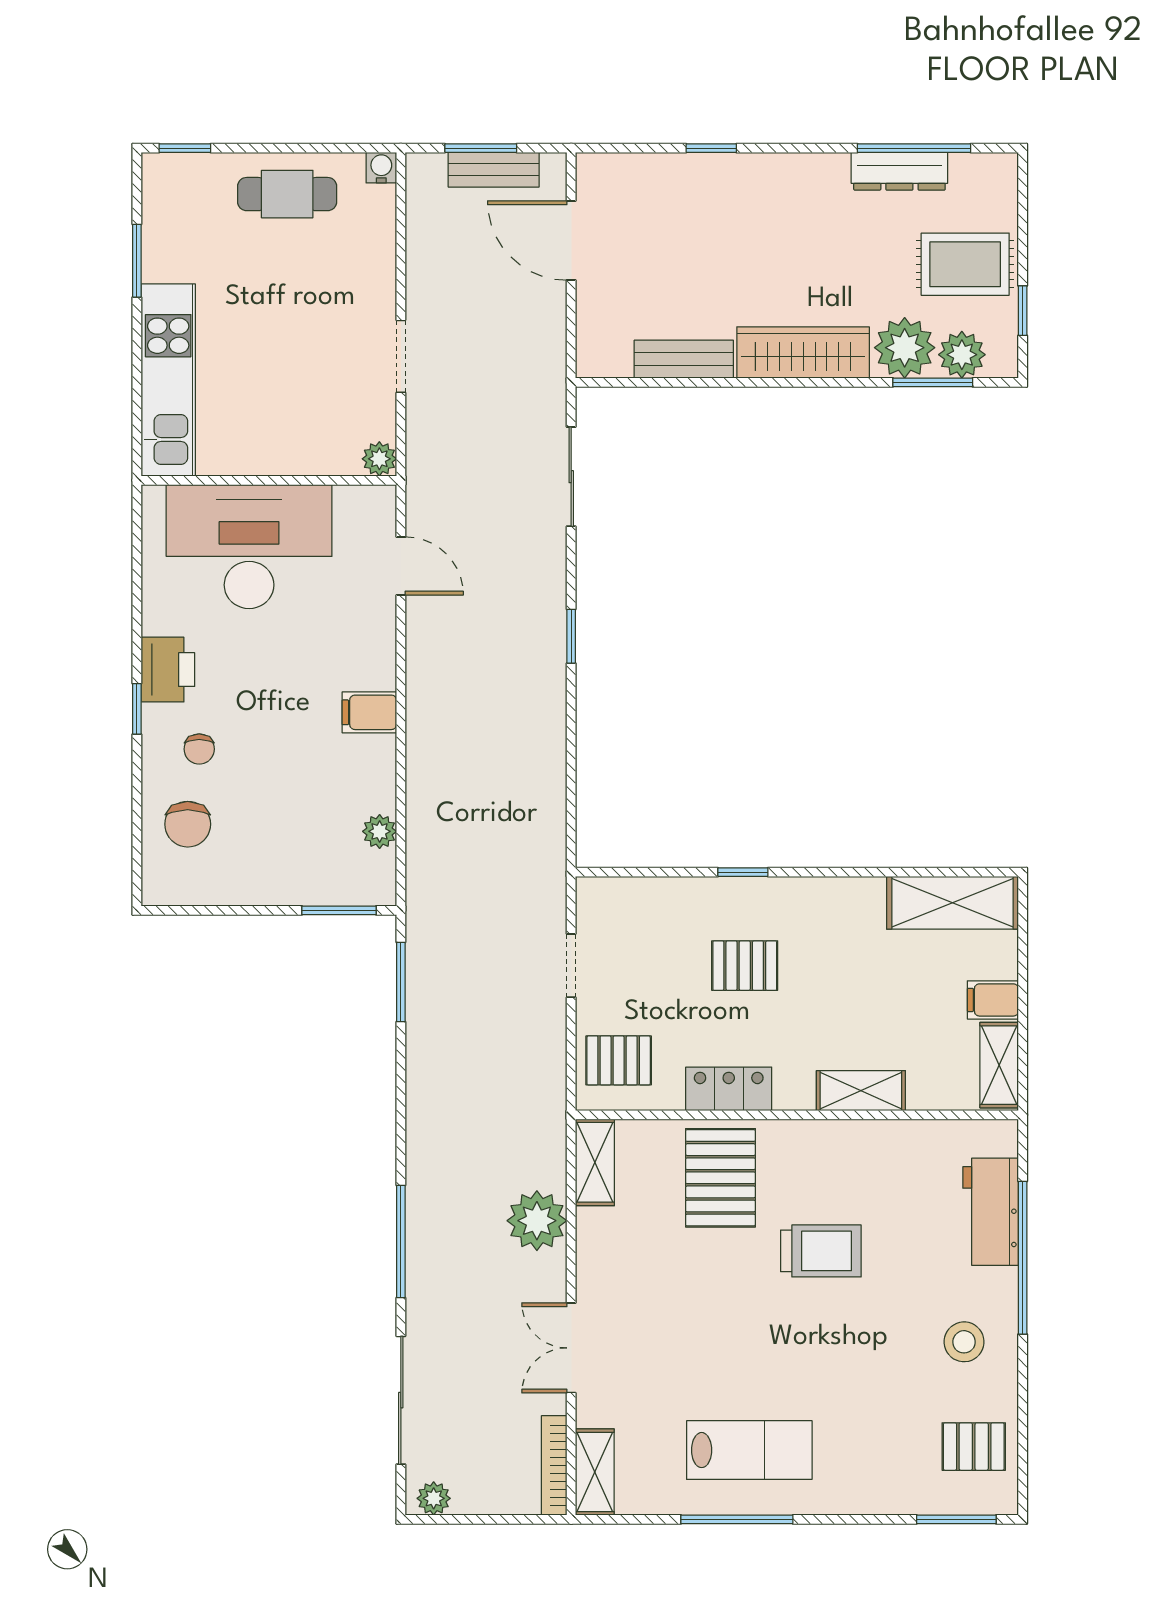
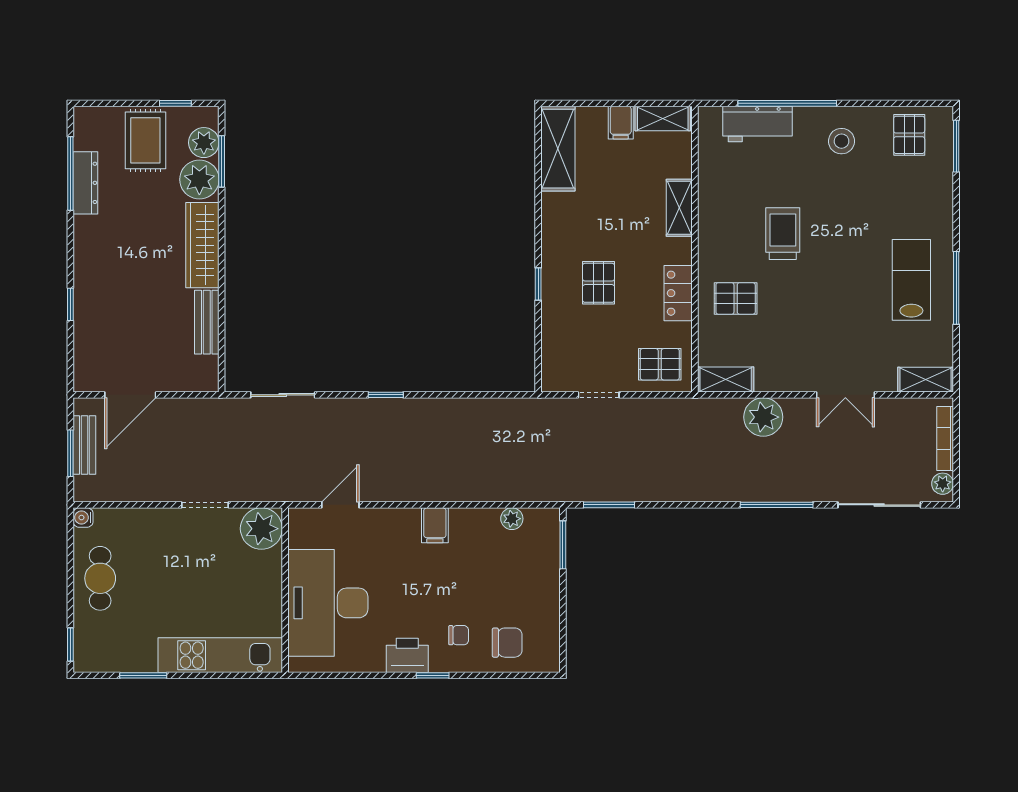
plant: (379, 459) -> (261, 529), width x1.88, depth x1.88
pallet: (619, 1060) -> (660, 364), turned 90
pallet: (720, 1178) -> (736, 298), width x0.67, depth x0.71
bookcase: (554, 1465) -> (945, 439), moved, turned 90

